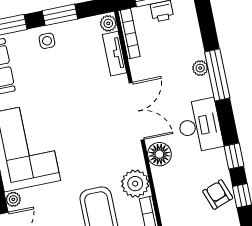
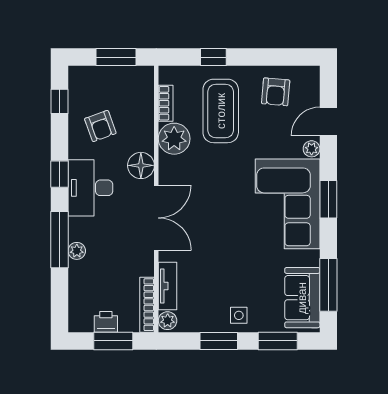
double door: (137, 111) -> (156, 218), swing flipped
window: (234, 156) -> (60, 174), moved
armchair: (218, 195) -> (100, 126), moved

